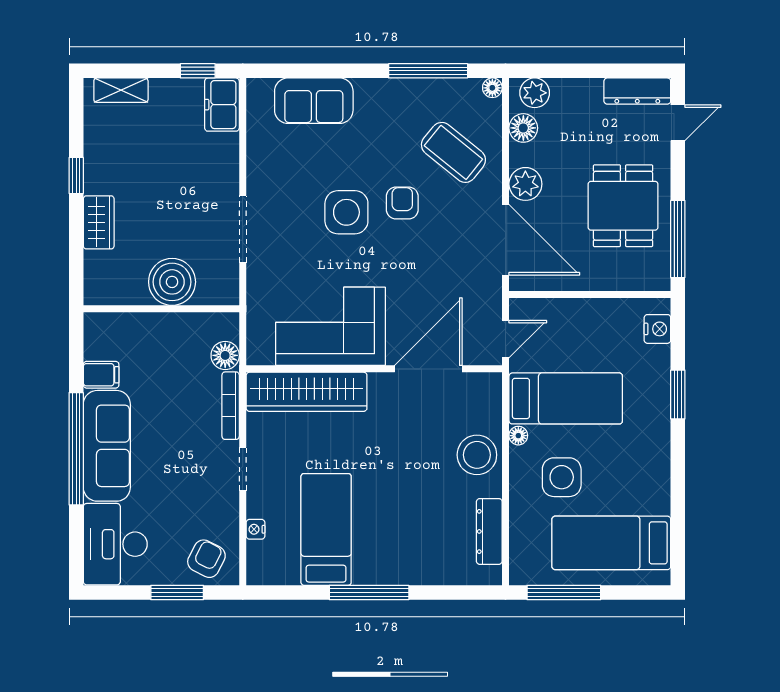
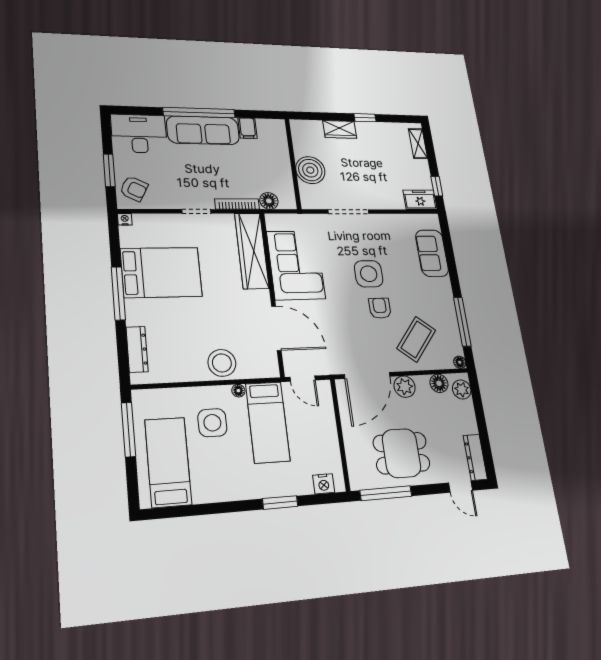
armchair: (402, 203) -> (380, 308), turned -90
nightstand: (255, 529) -> (125, 219), moved
bed: (326, 529) -> (161, 272), width x1.50
dresser: (489, 531) -> (137, 349), moved, turned 90

